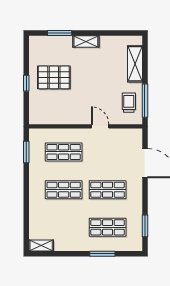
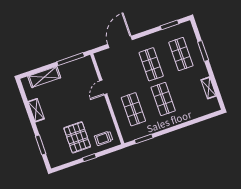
shelving: (86, 42) -> (36, 110), moved
trolley: (129, 103) -> (104, 138), moved
shelving: (41, 246) -> (209, 88), moved

